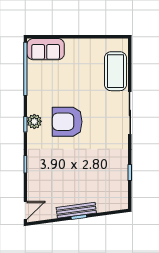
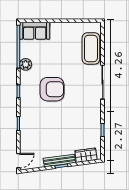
plant: (34, 121) -> (26, 64), moved
armchair: (67, 122) -> (52, 89), turned 180
wardrobe: (109, 204) -> (86, 155), added

